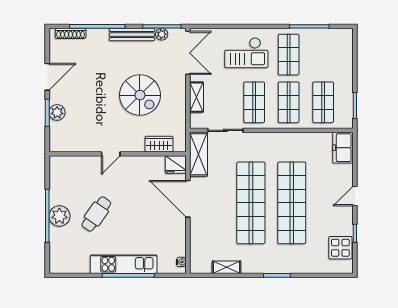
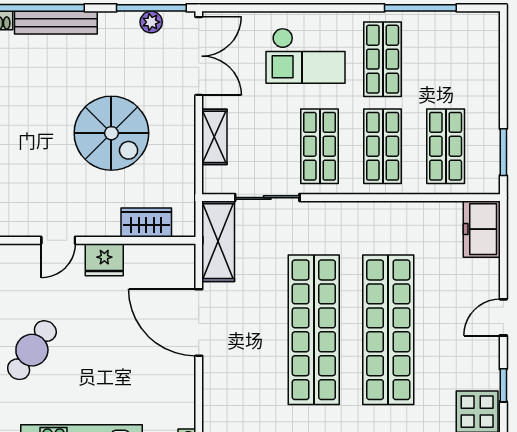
bench: (132, 34) -> (56, 23), moved
fridge: (176, 164) -> (104, 260), moved

